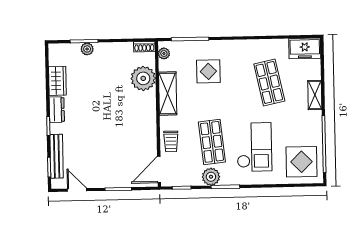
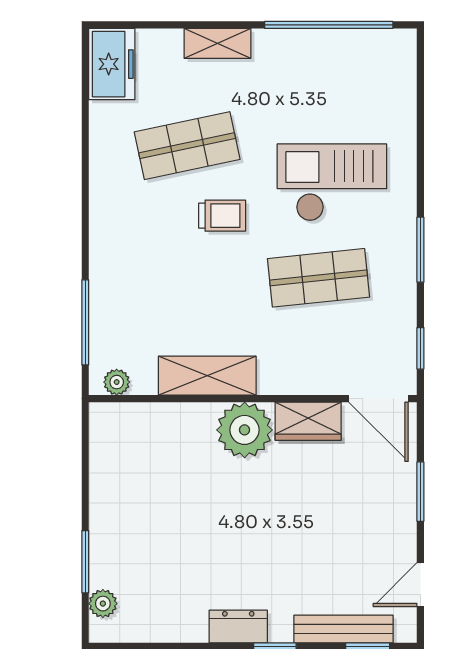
shoe rack: (144, 47) -> (100, 426), removed
plant: (87, 49) -> (103, 604), moved
display table: (208, 71) -> (159, 283), removed
plant: (143, 78) -> (245, 430), moved
wardrobe: (57, 81) -> (308, 421), moved, turned 180
trolley: (171, 141) -> (222, 216), moved
display table: (301, 162) -> (367, 77), removed
plant: (211, 177) -> (397, 282), removed

